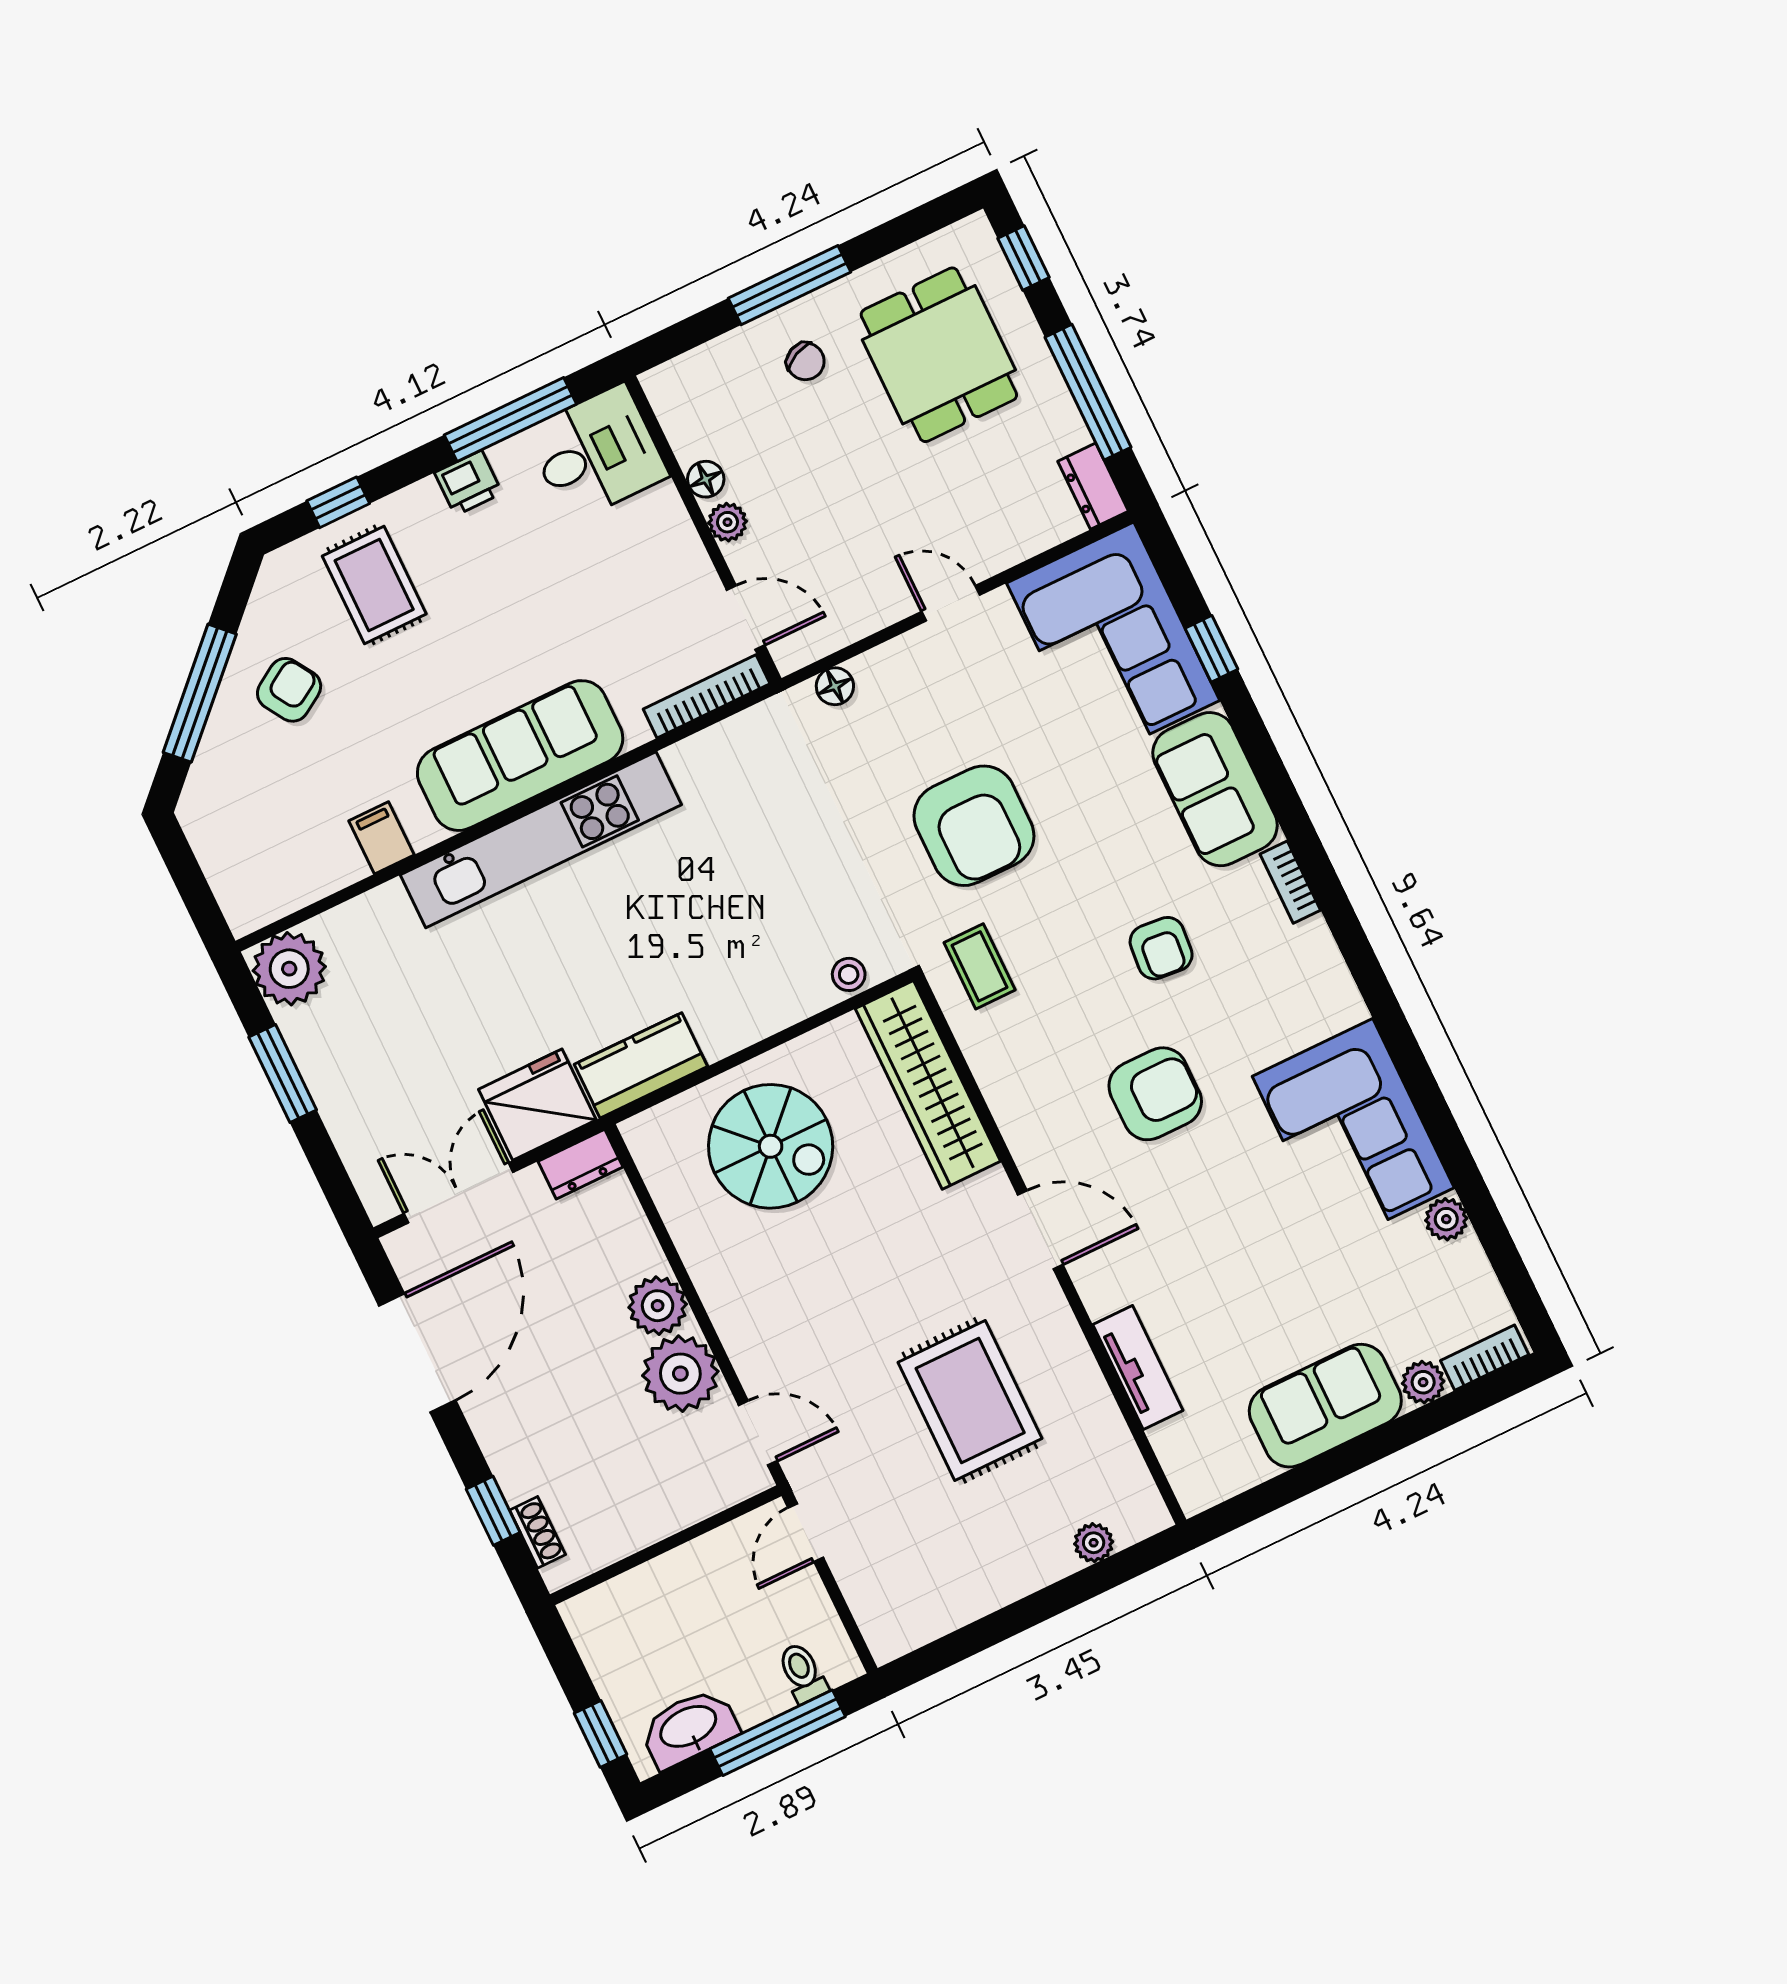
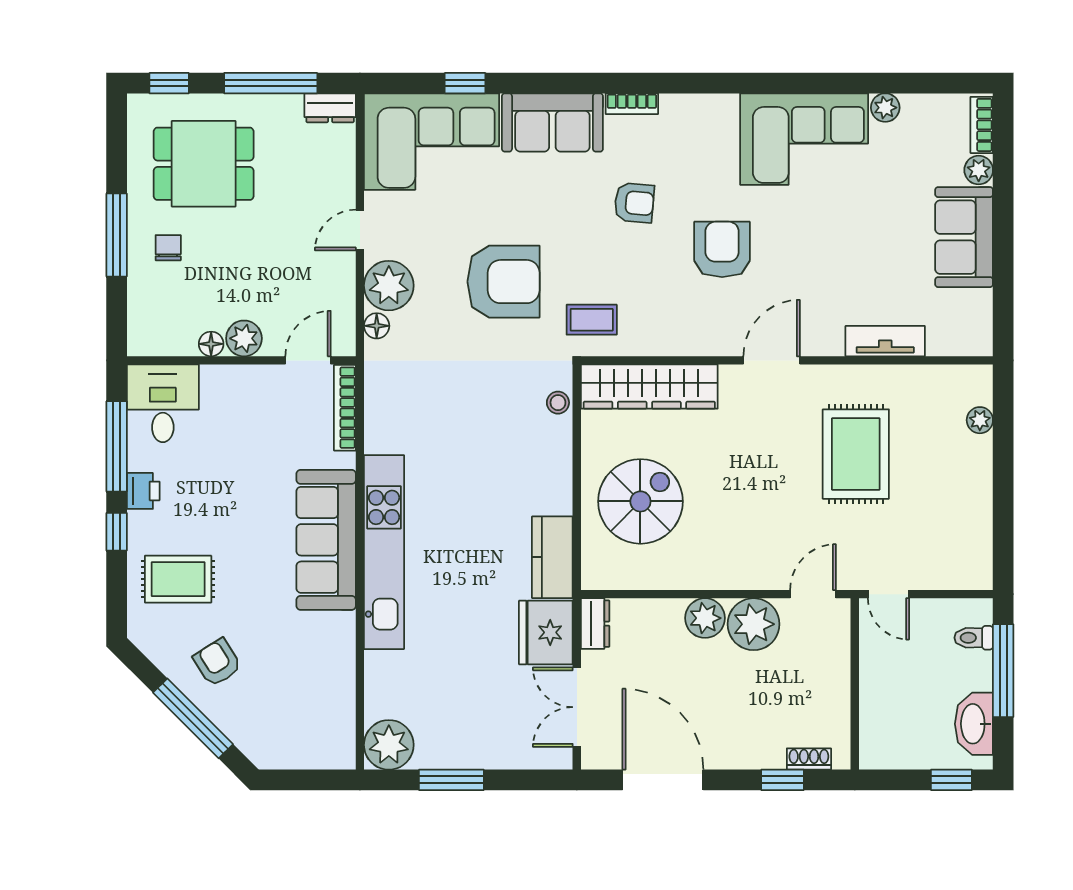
chair: (805, 361) -> (168, 248), turned -65
window: (338, 502) -> (117, 532), moved
plant: (728, 522) -> (244, 338), width x1.38, depth x1.38
plant: (896, 677) -> (389, 286), added
filing cabinet: (381, 838) -> (336, 649), removed
rug: (970, 1400) -> (856, 454), turned 90

